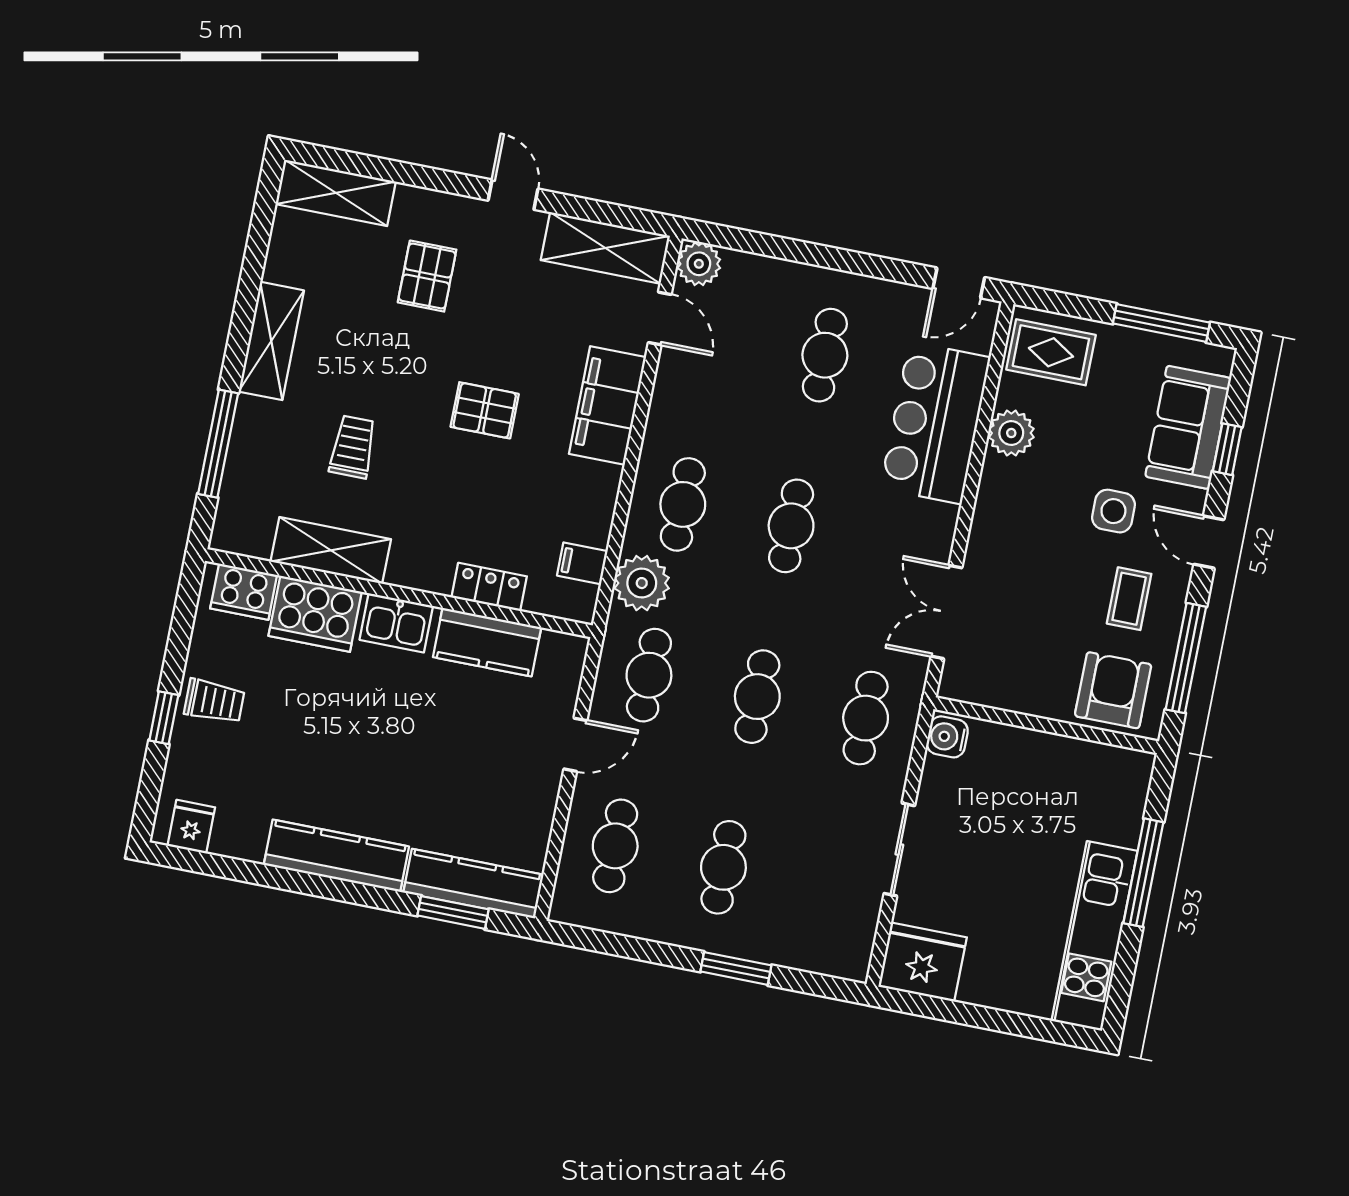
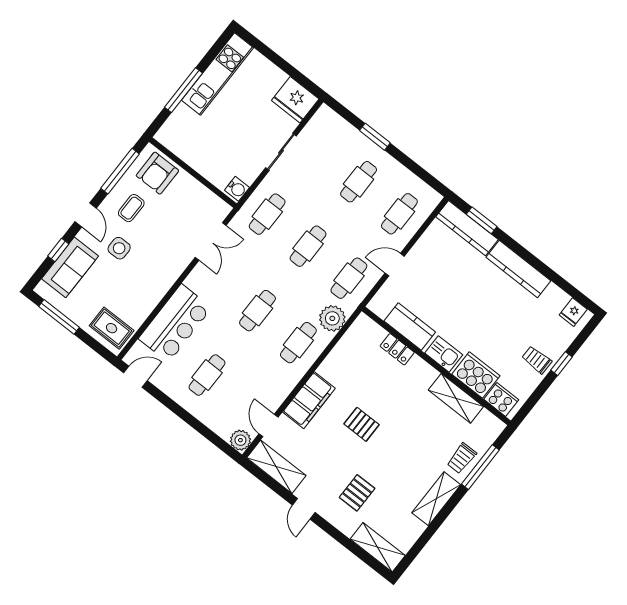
plant: (1011, 433) -> (145, 303), removed
trolley: (353, 447) -> (462, 458), moved
filing cabinet: (582, 563) -> (353, 339), removed

